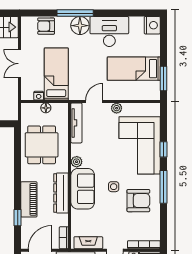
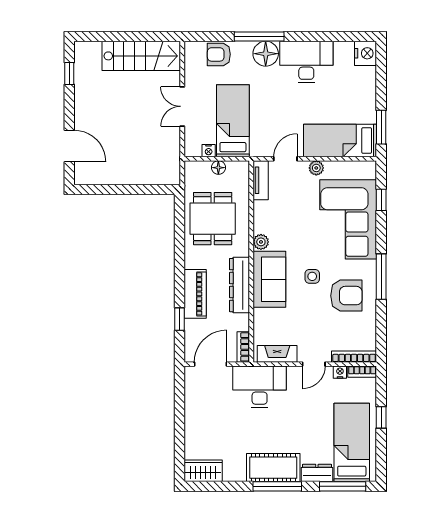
bed: (134, 69) -> (340, 141), moved
tv unit: (76, 123) -> (261, 180), width x0.71
window: (163, 149) -> (381, 200), moved

